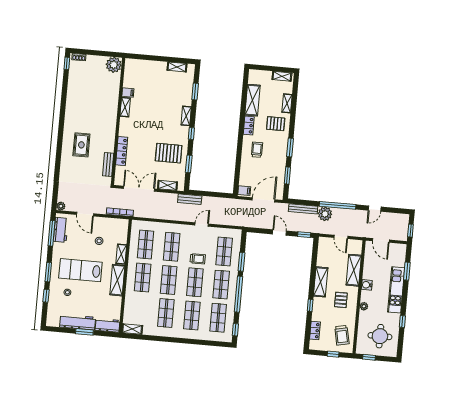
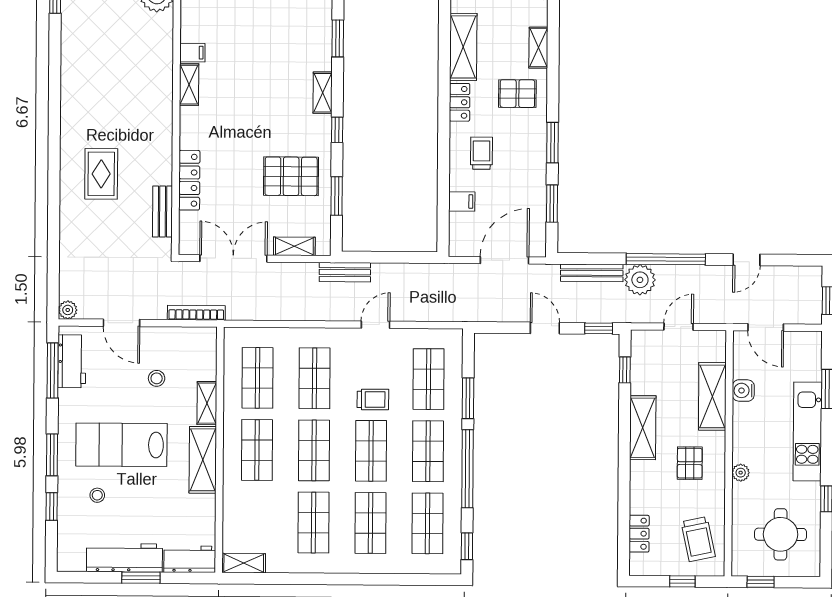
filing cabinet: (244, 191) -> (462, 201), moved
door: (341, 237) -> (679, 327), swing flipped
water cooler: (367, 285) -> (743, 390), moved
window: (310, 305) -> (625, 370), moved

